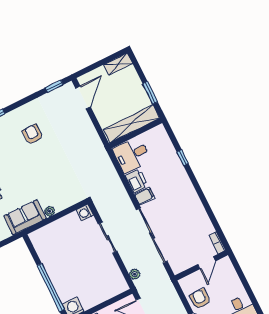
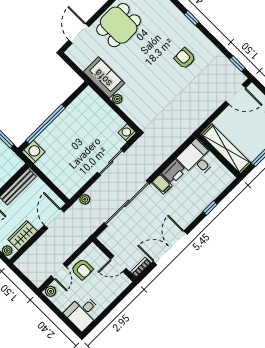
armchair: (32, 134) -> (185, 58), turned -90
double door: (208, 208) -> (170, 248), added
armchair: (200, 299) -> (82, 269), turned 90

